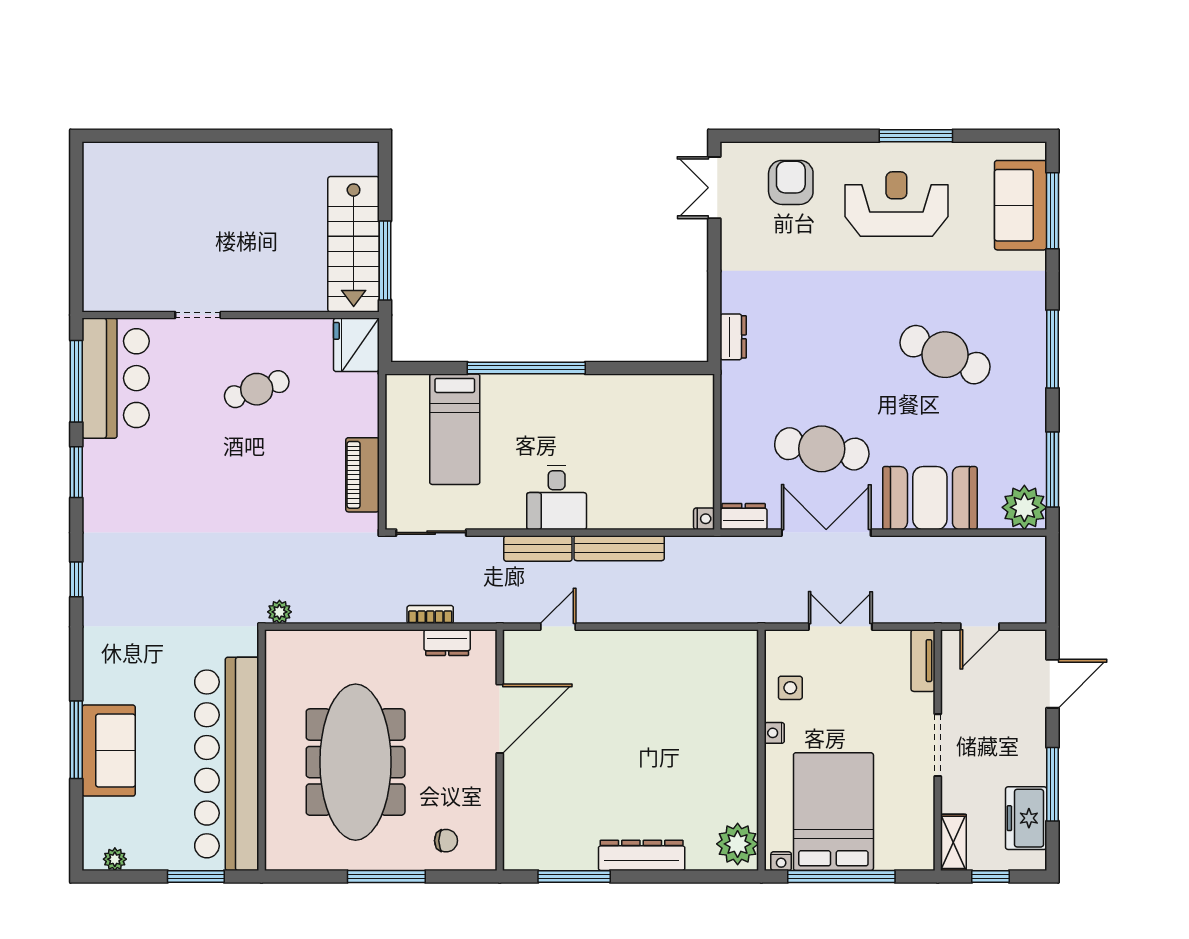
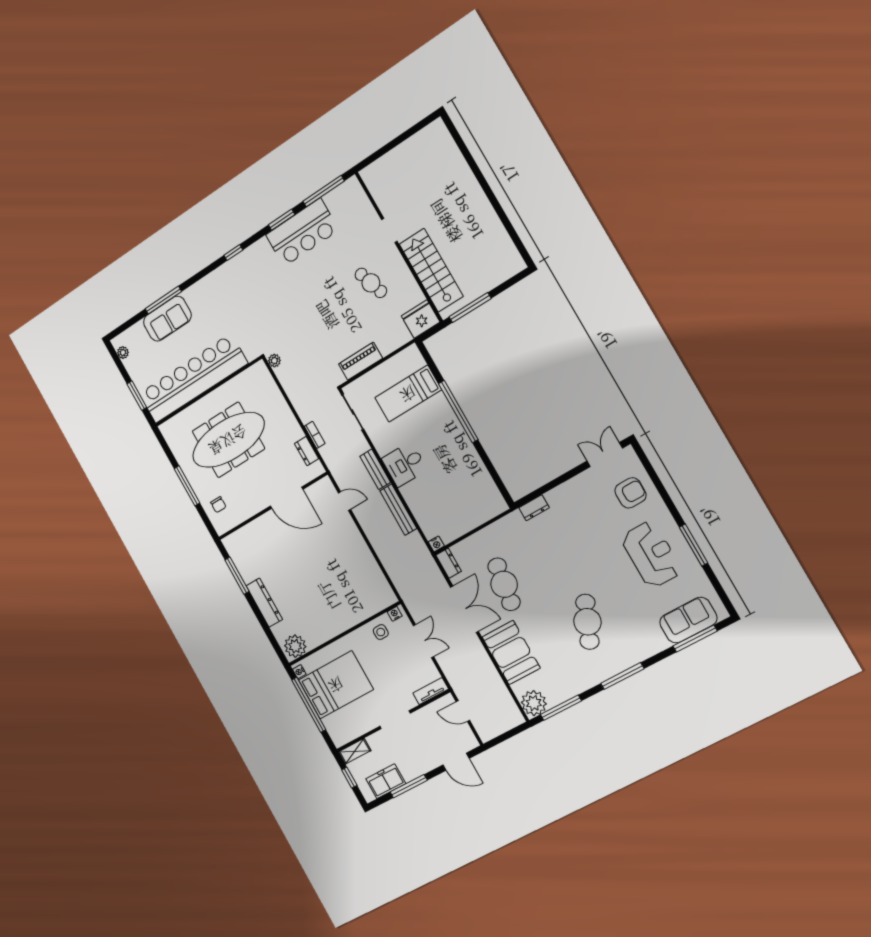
stairs: (354, 244) -> (431, 270), moved, turned 90
bar counter: (116, 378) -> (302, 232), moved
nightstand: (774, 733) -> (395, 614), moved

